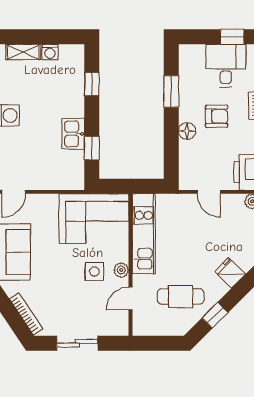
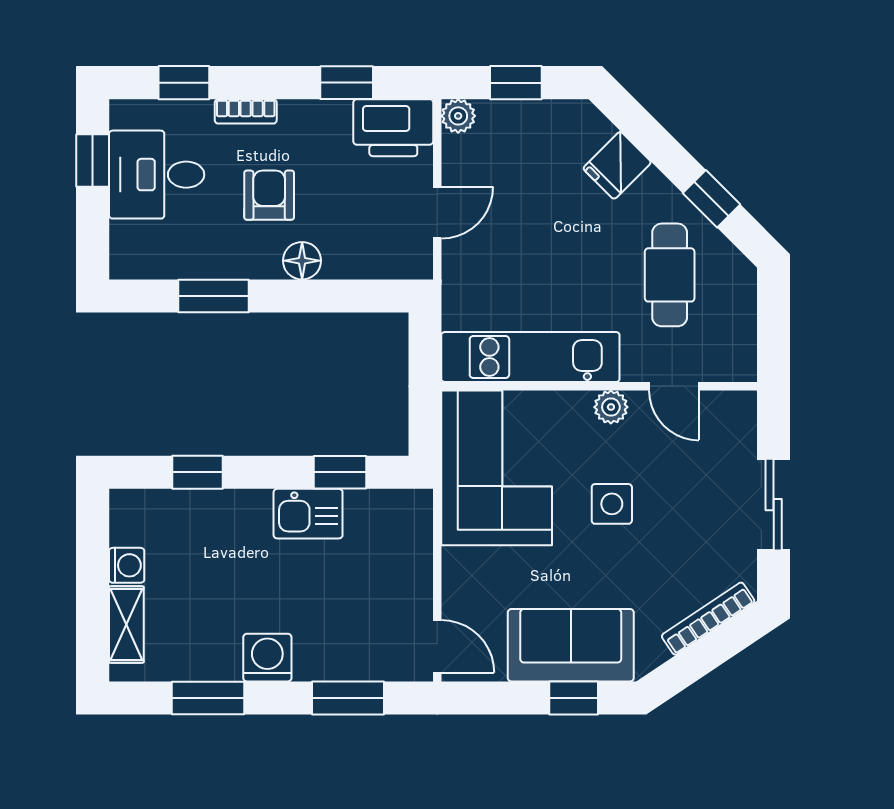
side table: (94, 272) -> (612, 504), moved

